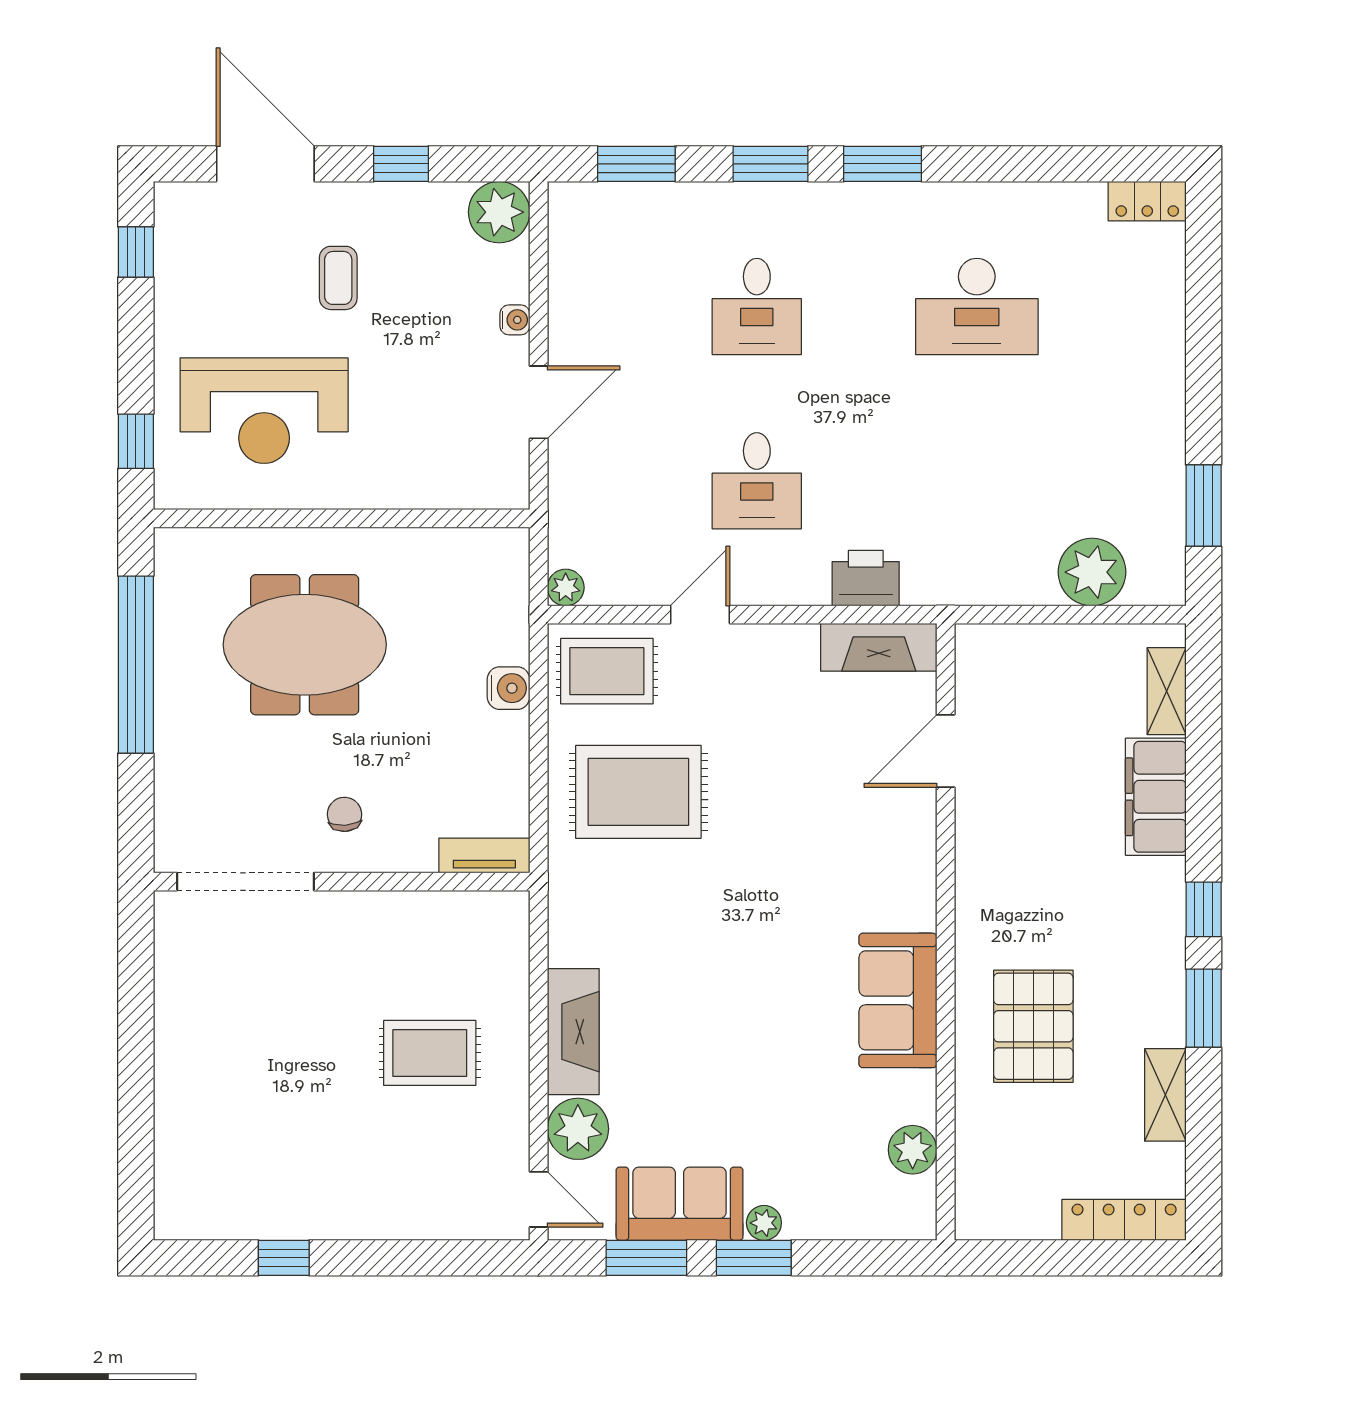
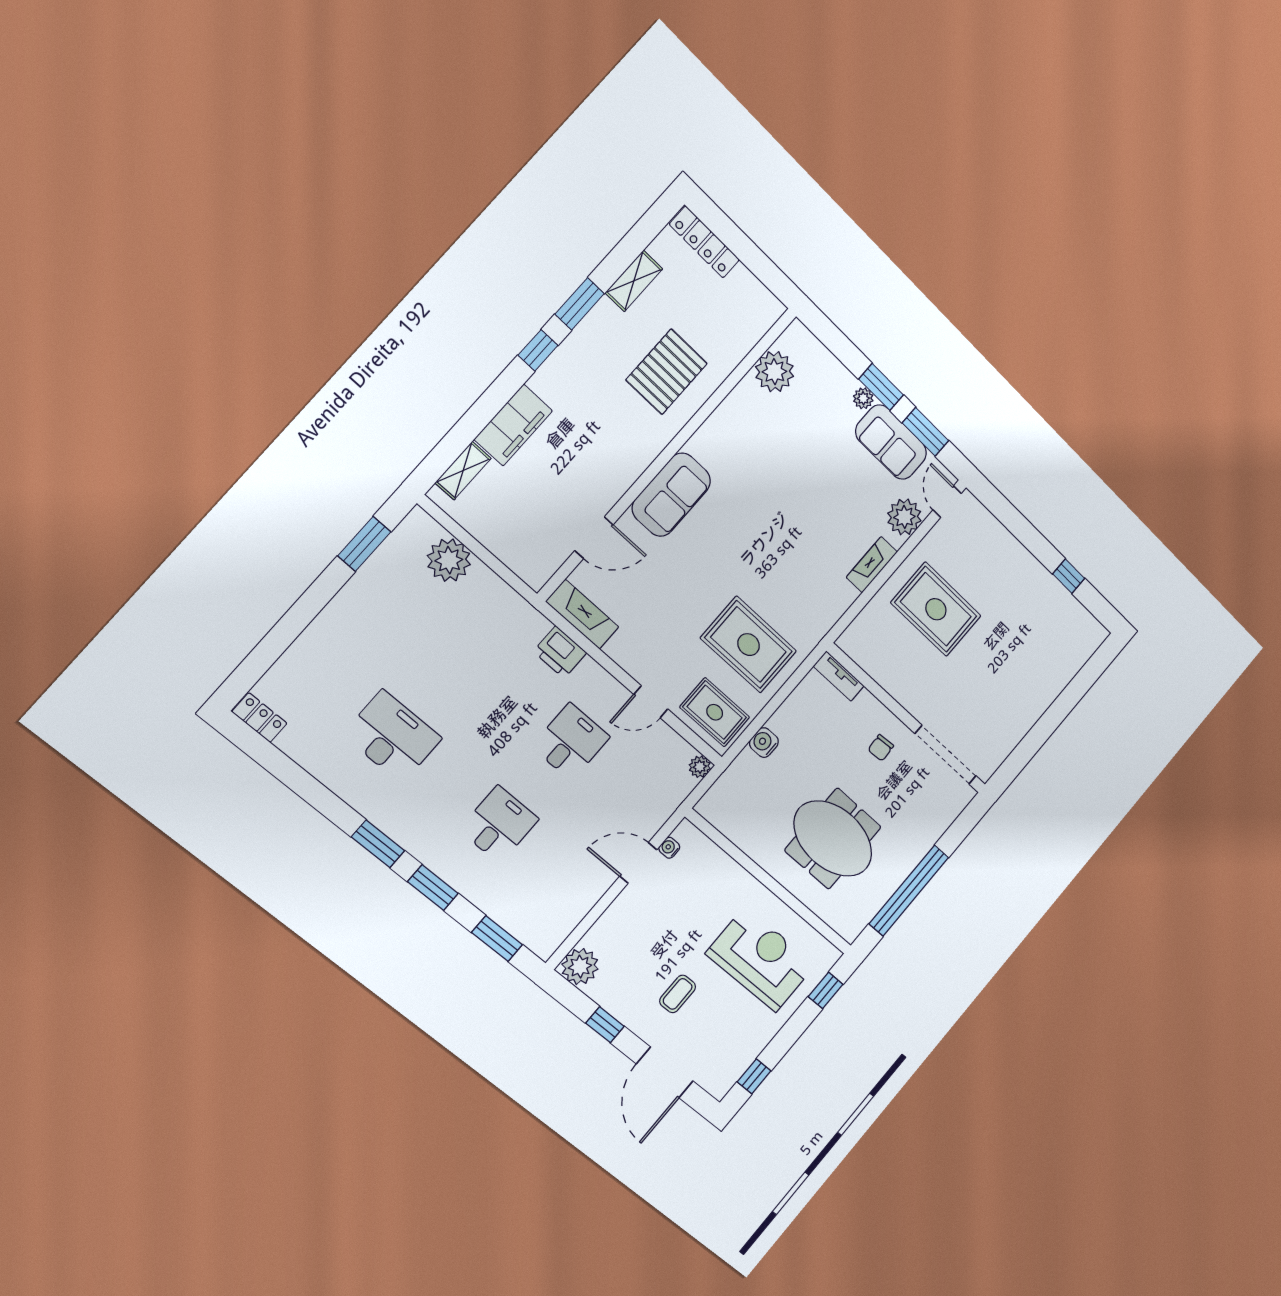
water cooler: (515, 320) -> (669, 848), moved
sofa: (898, 1000) -> (671, 495), moved
fireplace: (573, 1032) -> (872, 565), width x0.73, depth x0.76
rug: (430, 1053) -> (936, 609), width x1.36, depth x1.43
plant: (913, 1150) -> (774, 372), width x1.36, depth x1.36

